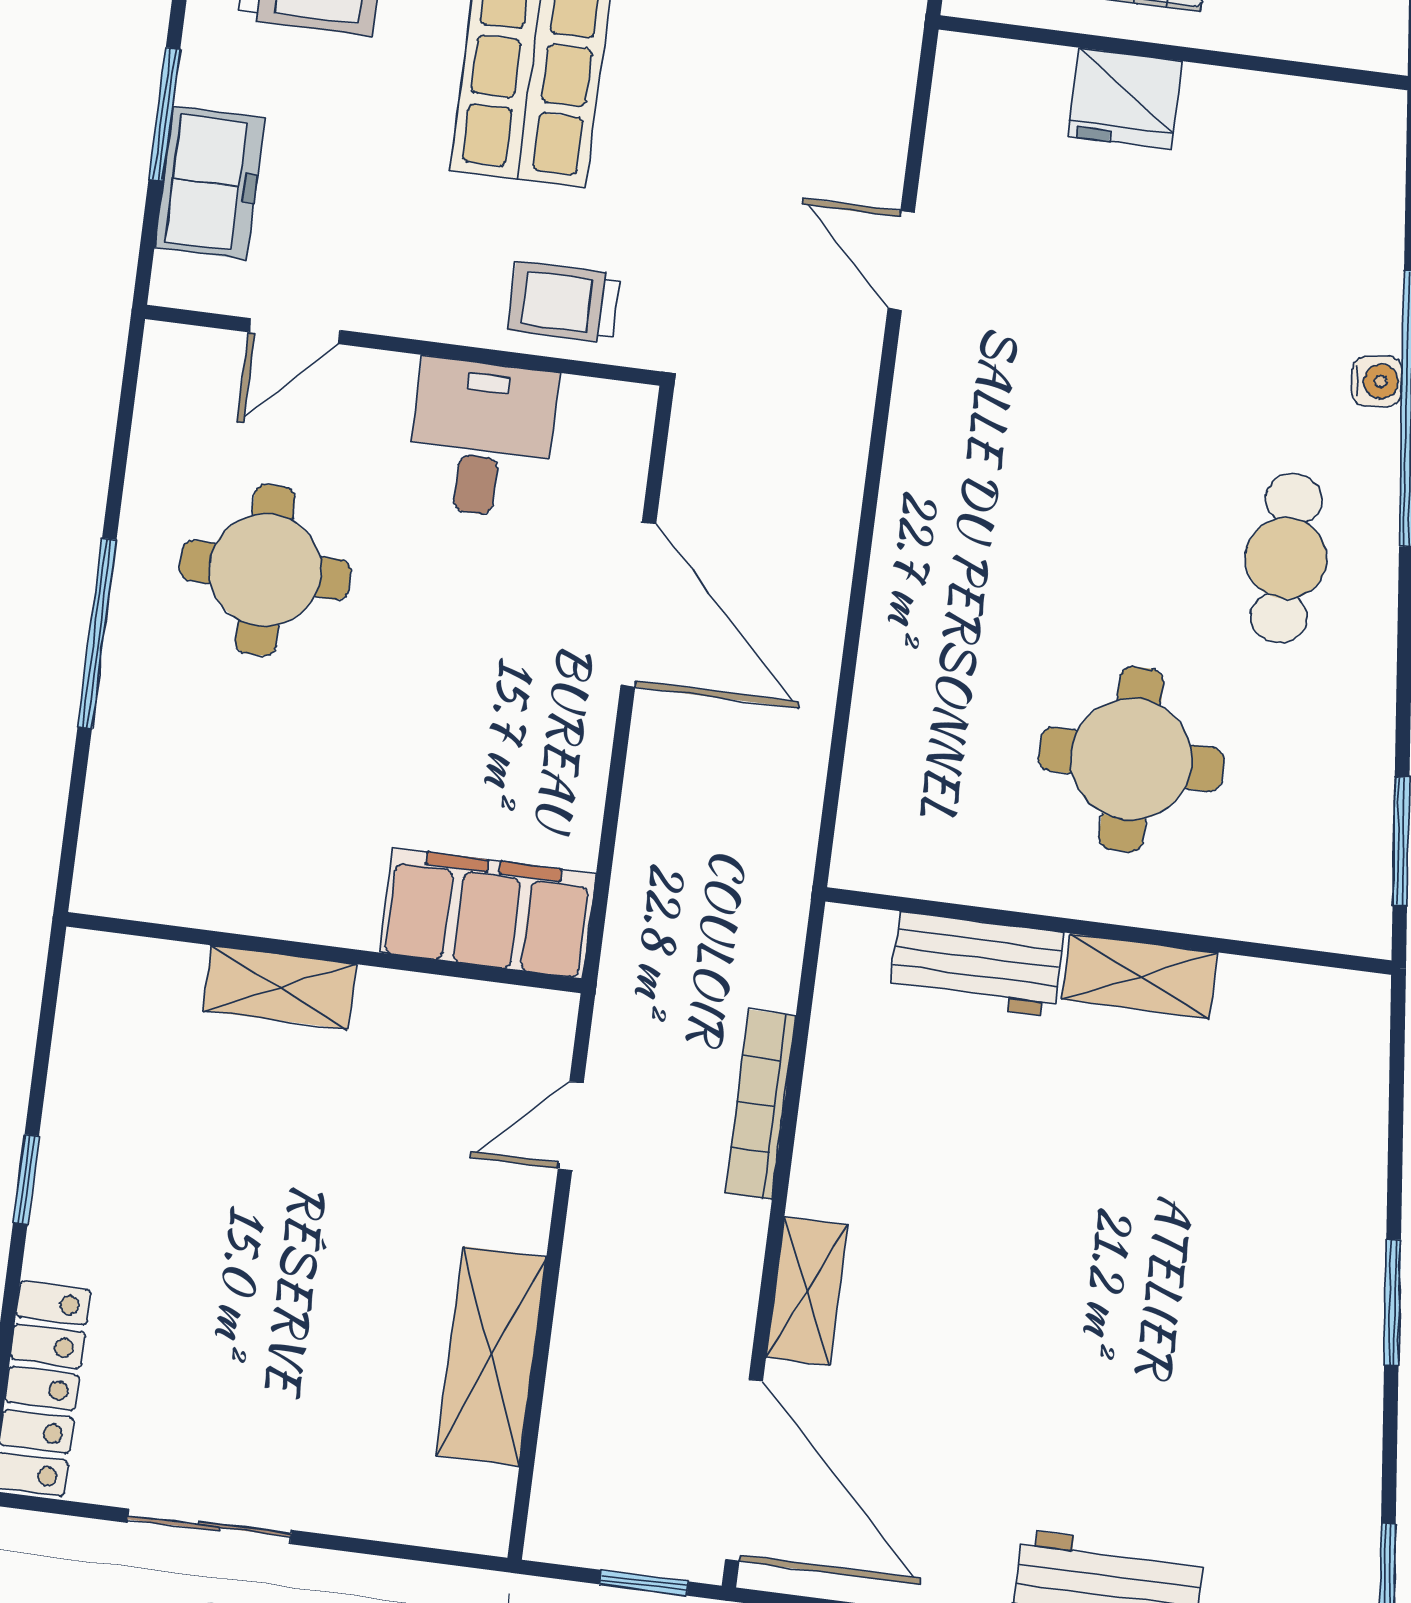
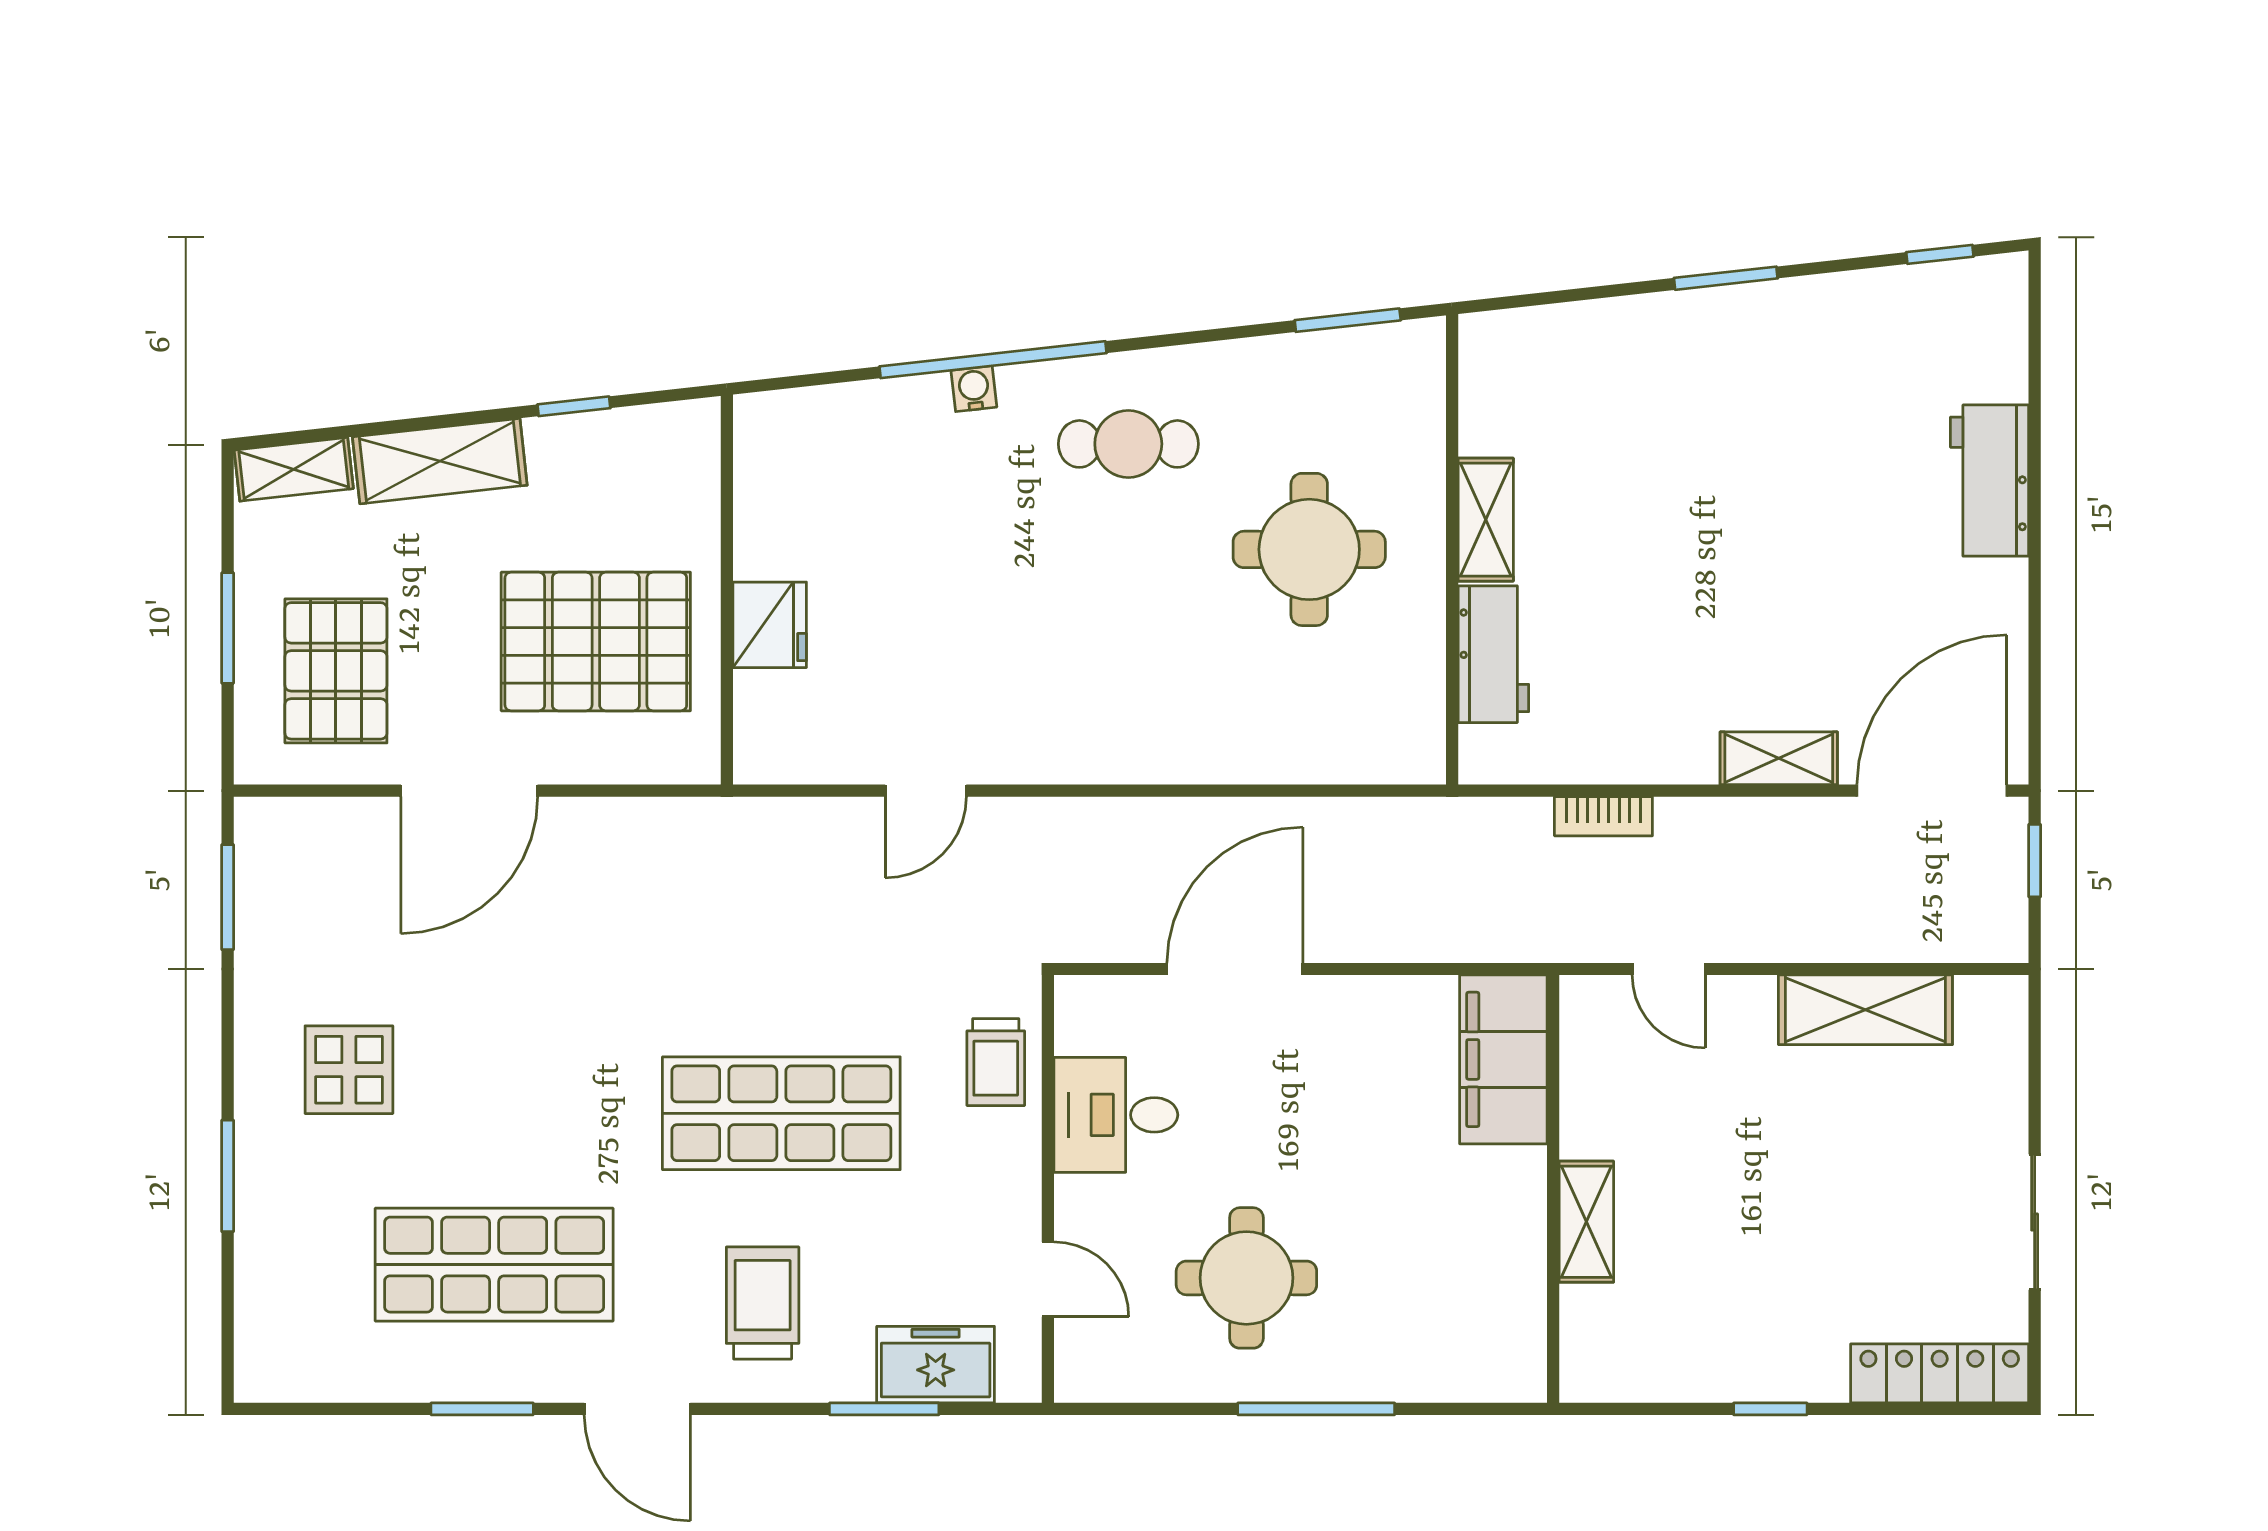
bookcase: (760, 1105) -> (1603, 816), width x0.64

